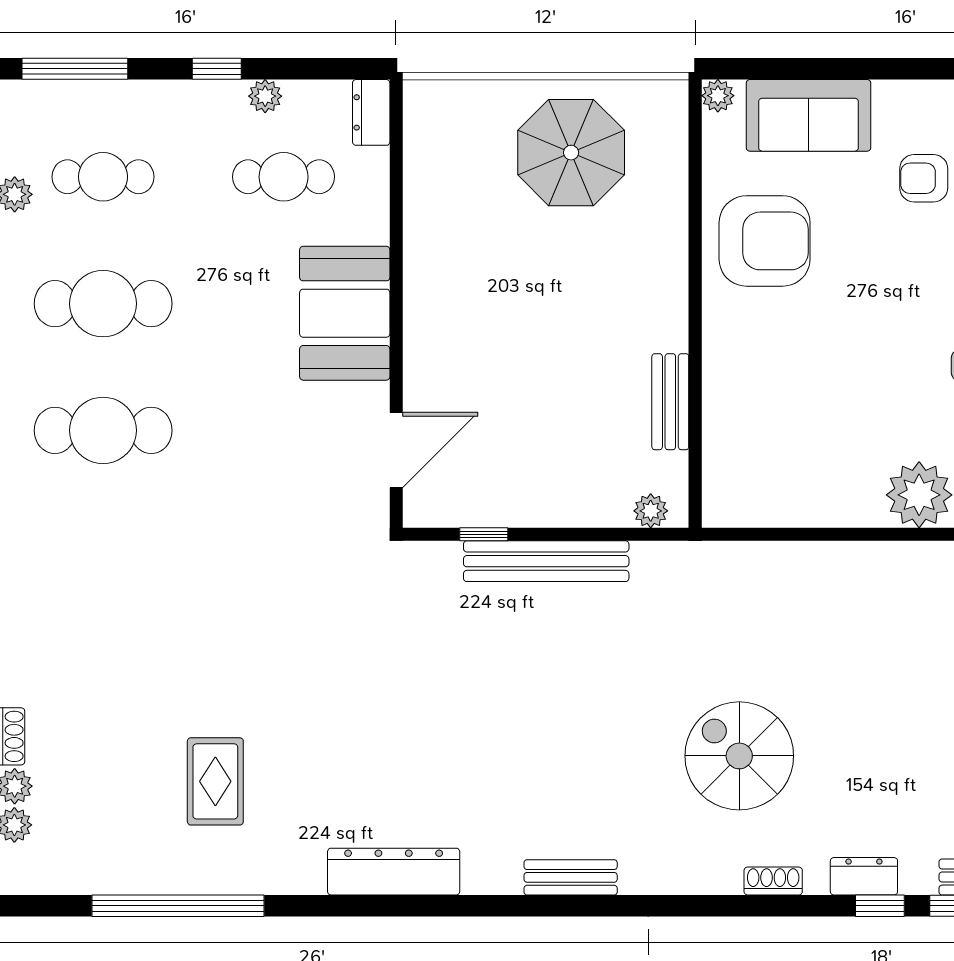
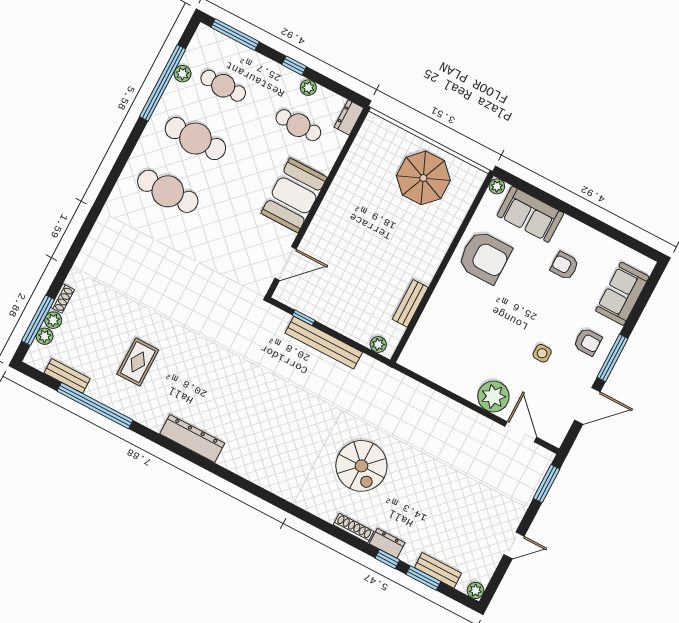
spiral stairs: (739, 756) -> (361, 466), turned 180
bench: (571, 877) -> (67, 376), moved
shoe rack: (773, 881) -> (353, 528), width x1.43

